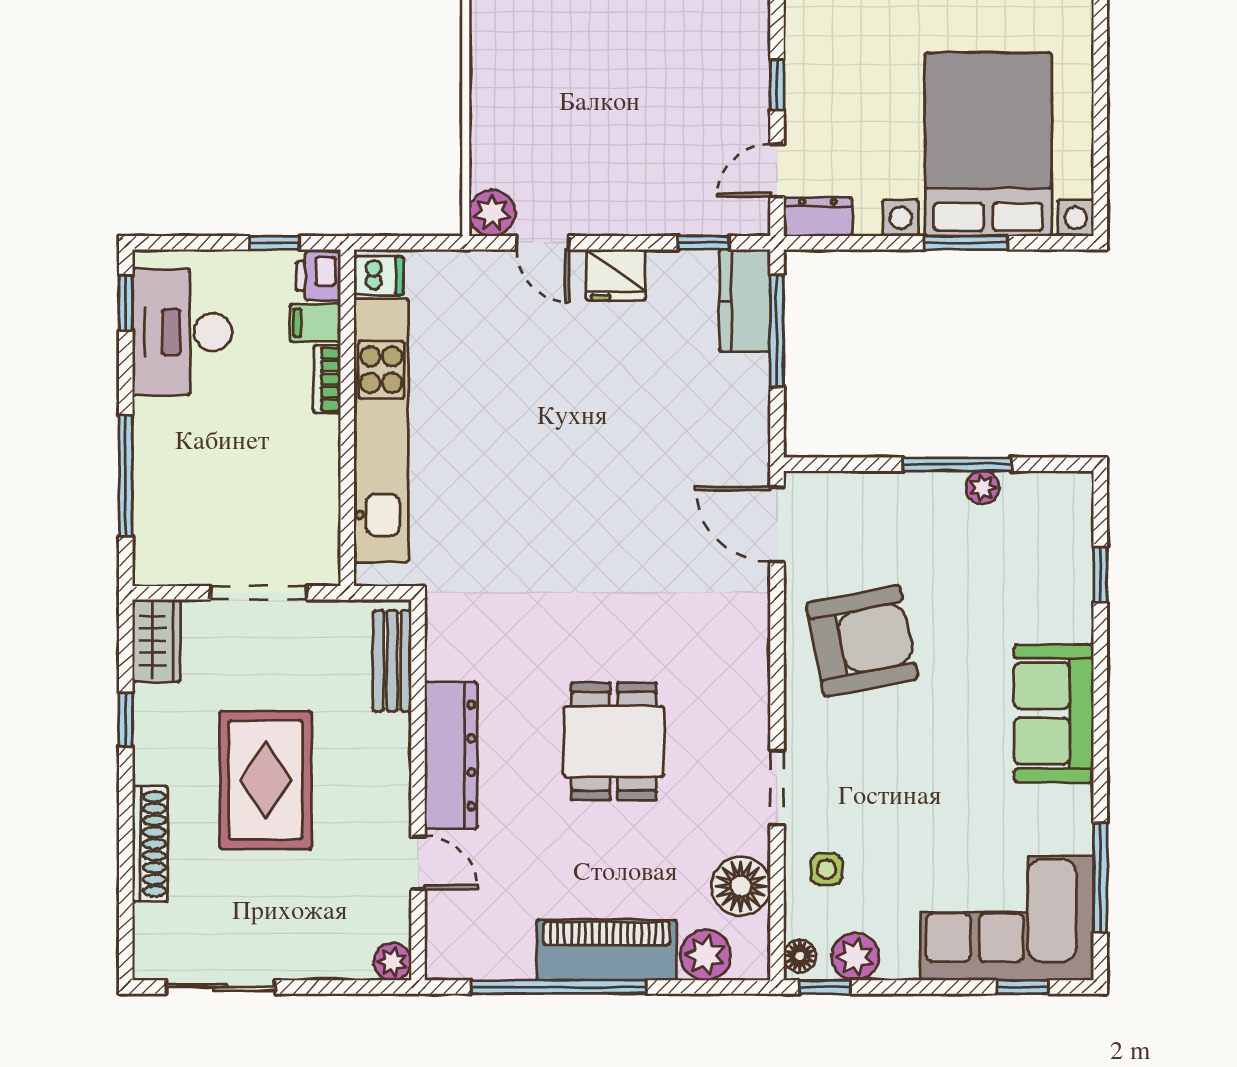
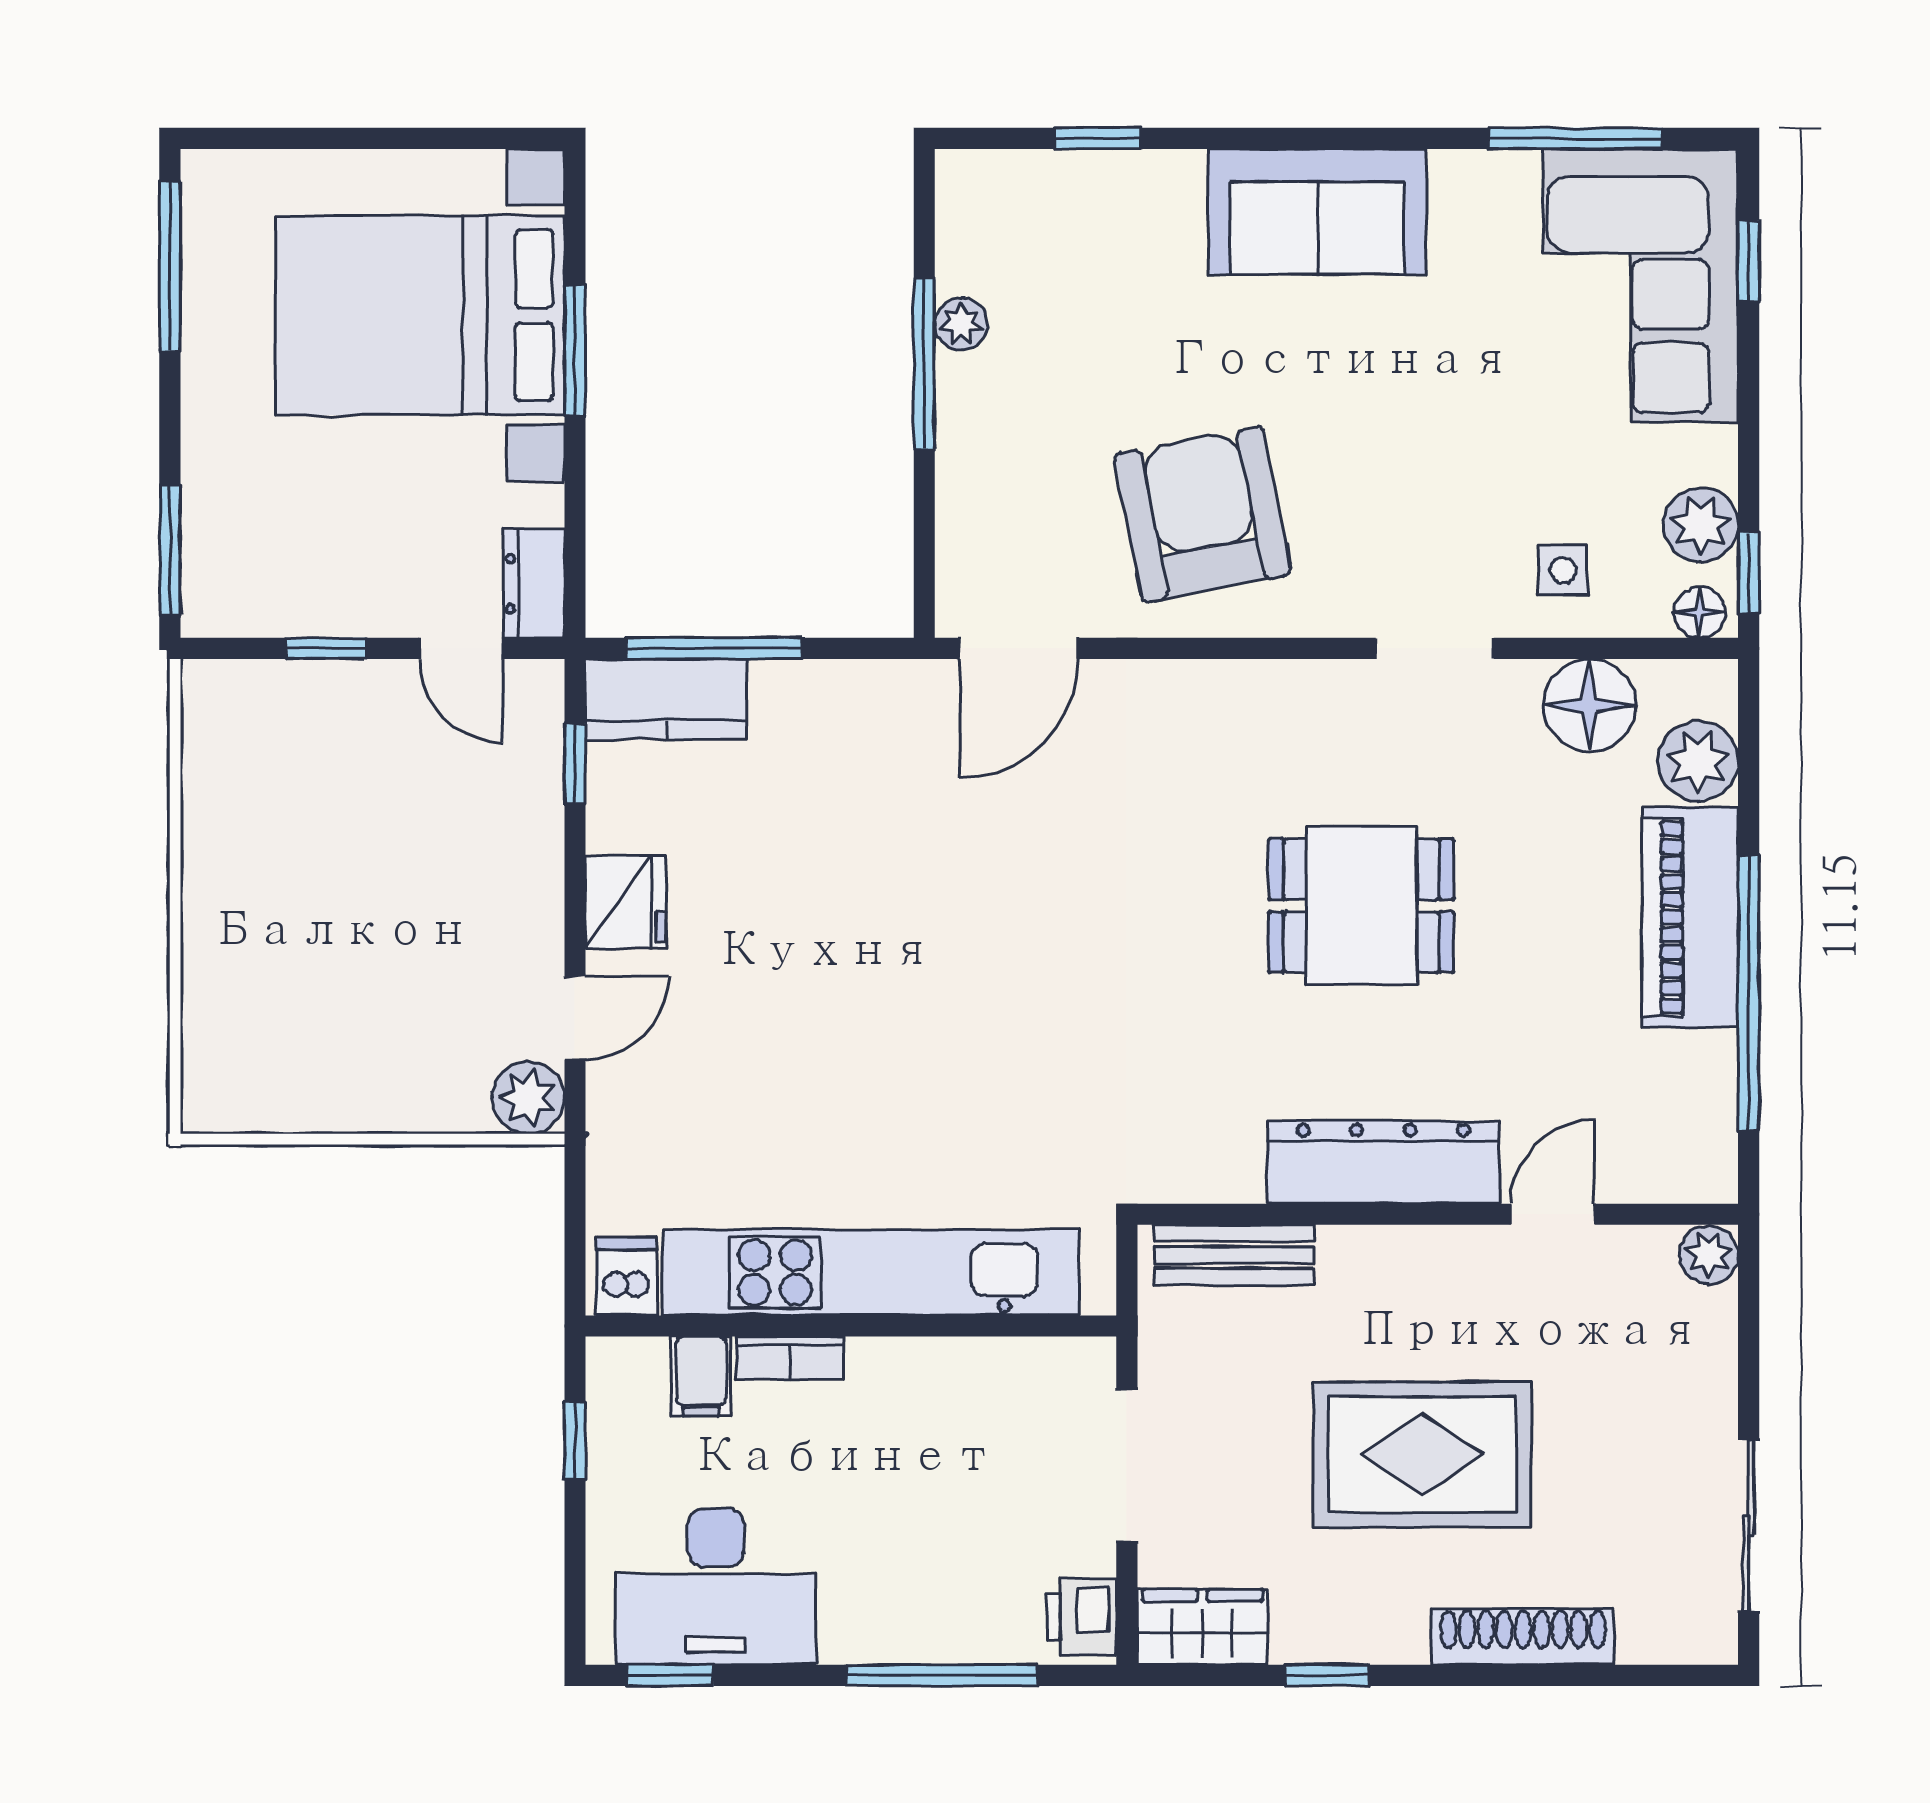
printer: (318, 276) -> (1081, 1617), moved, turned 90

